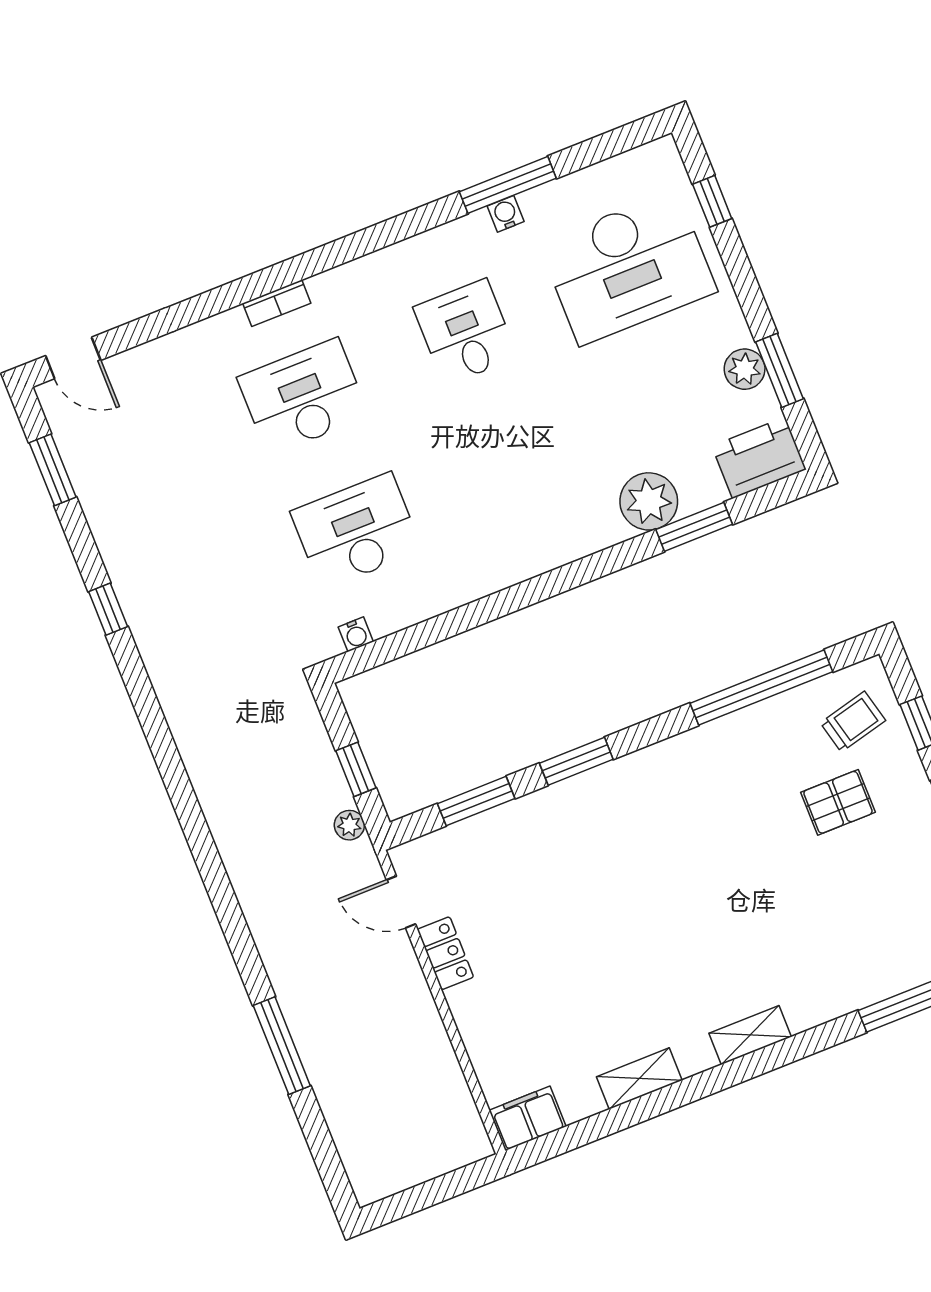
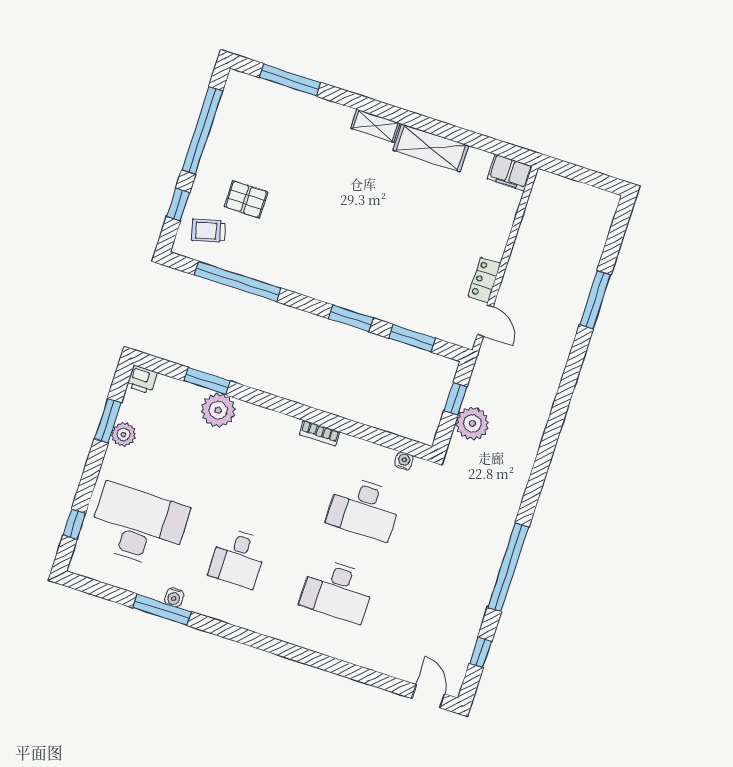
bookcase: (277, 303) -> (319, 433), moved, turned 180
printer: (759, 458) -> (142, 379), width x0.53, depth x0.68
window: (53, 470) -> (481, 652), width x0.67
window: (108, 609) -> (508, 567), width x3.17
plant: (349, 825) -> (472, 423), moved, width x1.88, depth x1.88
shelving: (639, 1078) -> (431, 148), width x1.50, depth x1.33

